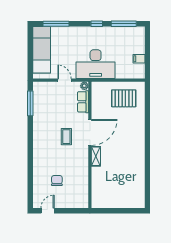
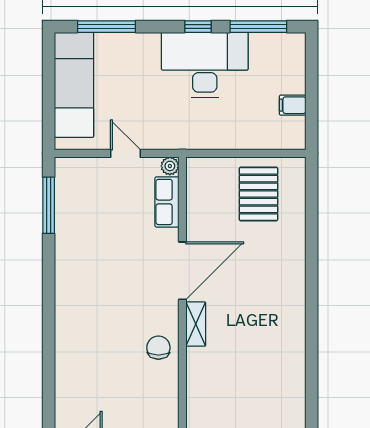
desk: (96, 64) -> (205, 65), moved, turned 180
pallet: (124, 98) -> (258, 194), turned 90
coffee table: (66, 137) -> (130, 280), removed
chair: (57, 181) -> (158, 348), moved

